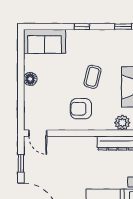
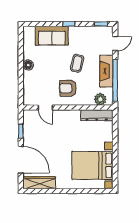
sofa: (44, 41) -> (52, 36), moved
door: (38, 133) -> (45, 108), moved

